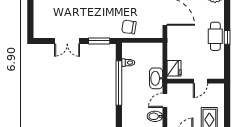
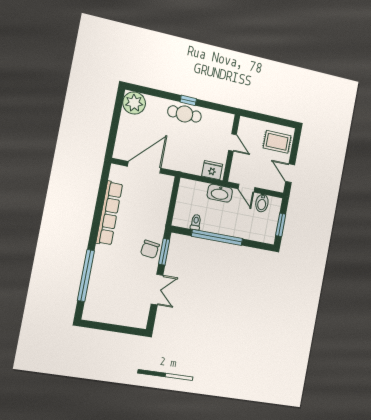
chair: (129, 27) -> (150, 249), moved

